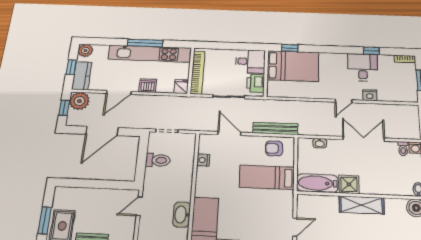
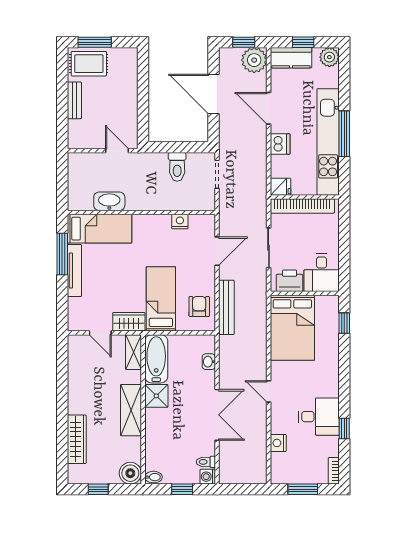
bed: (293, 66) -> (292, 328), moved
nightstand: (370, 95) -> (278, 443), moved
shelving: (312, 201) -> (133, 352), added
wardrobe: (286, 203) -> (129, 322), added

